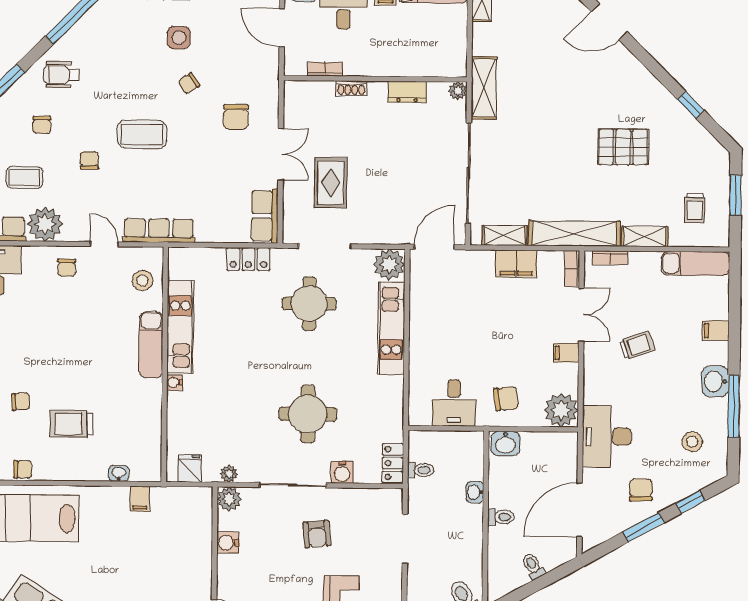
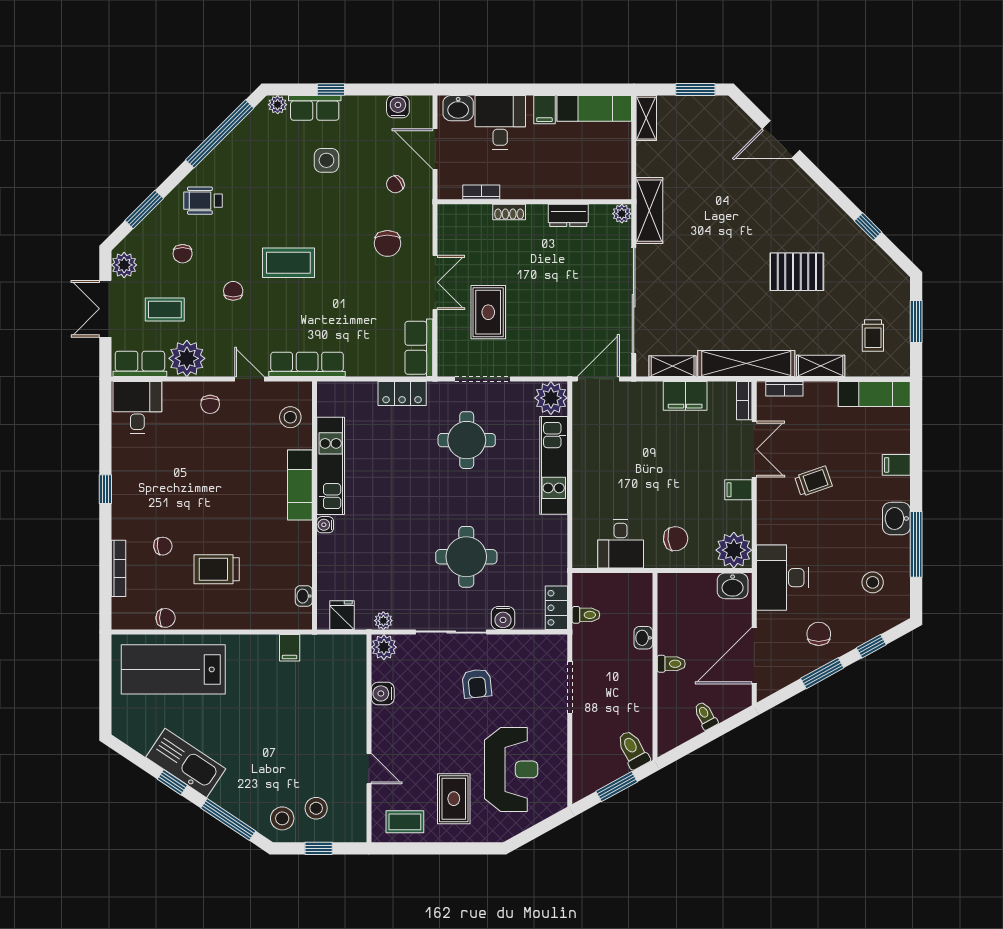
chair: (189, 83) -> (395, 184), moved
washbasin: (506, 443) -> (733, 586), moved
washbasin: (119, 473) -> (304, 596), moved, turned -90

